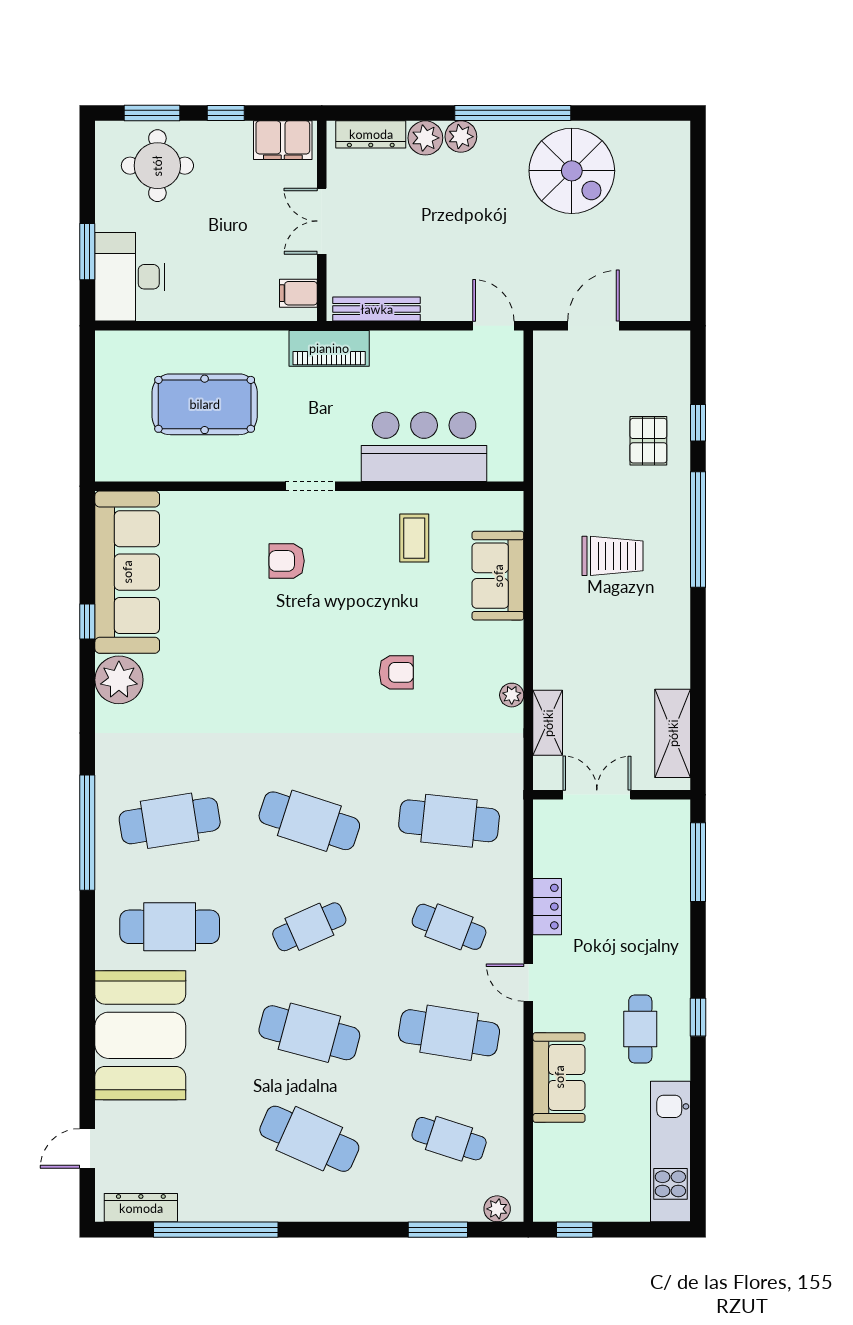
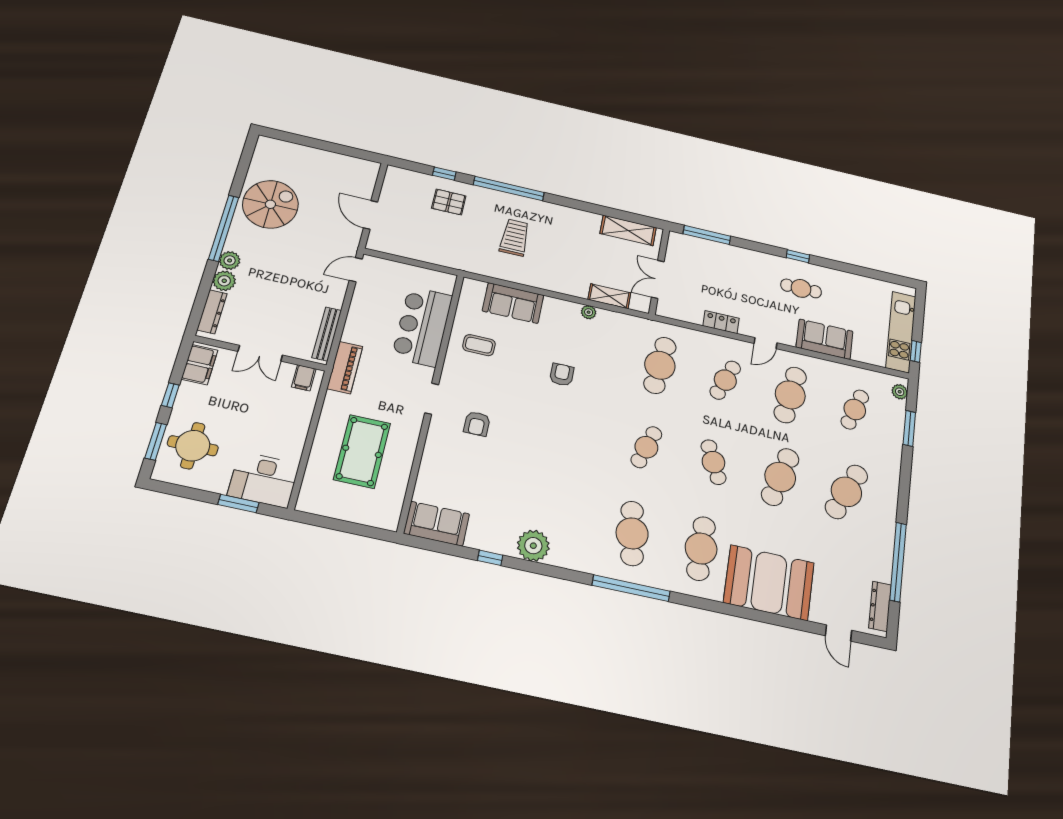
sofa: (127, 572) -> (437, 524), width x0.54, depth x0.79
cafe table: (309, 821) -> (646, 447), width x0.73, depth x0.74
kitchen unit: (670, 1151) -> (901, 332), moved, turned 90

